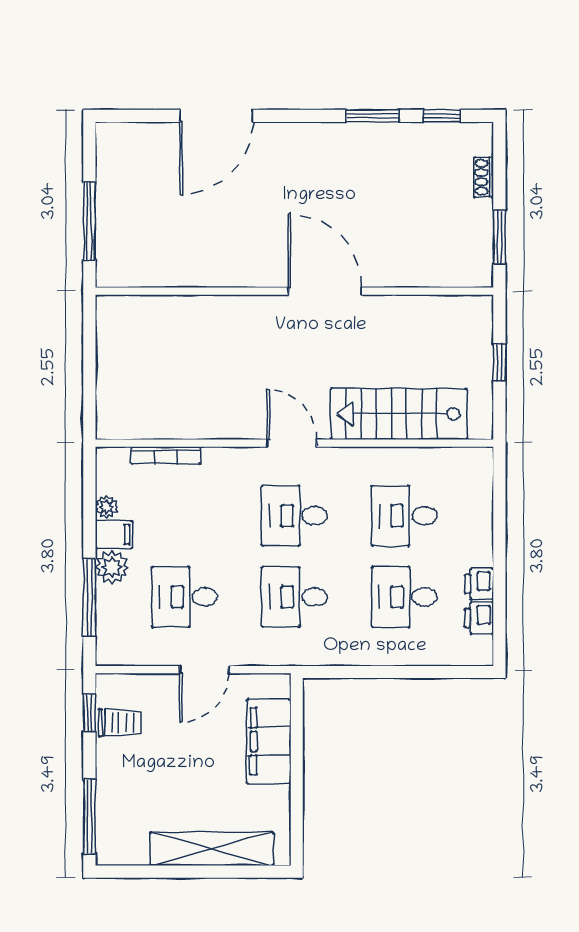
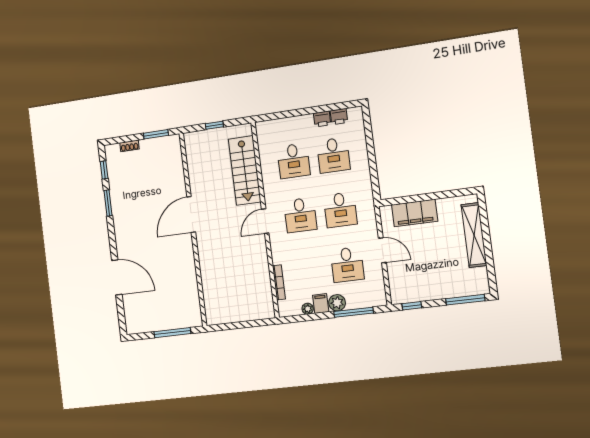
trolley: (120, 723) -> (415, 290), removed

